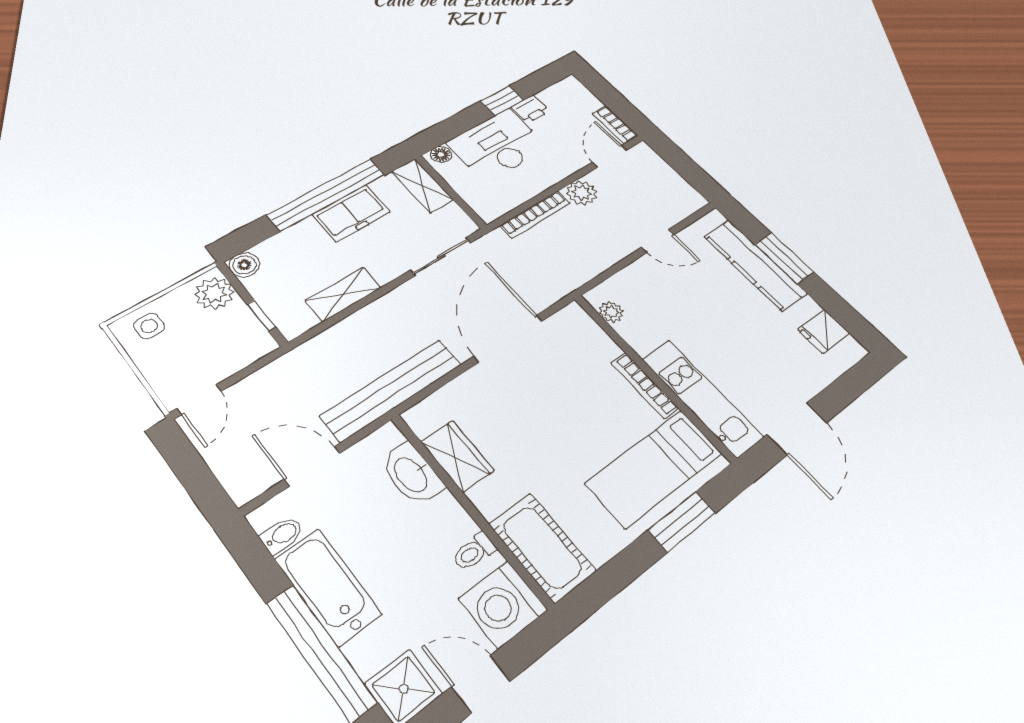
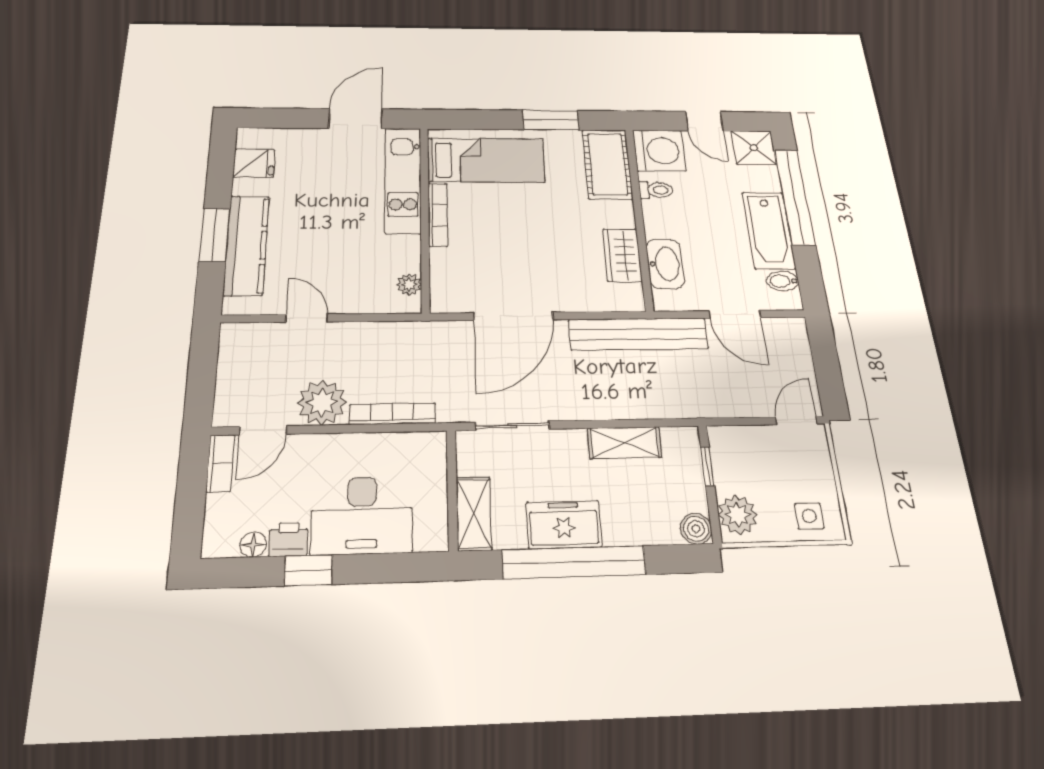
floor lamp: (441, 155) -> (253, 545), moved
plant: (582, 193) -> (322, 402), width x1.36, depth x1.36
window: (682, 522) -> (551, 120), moved

